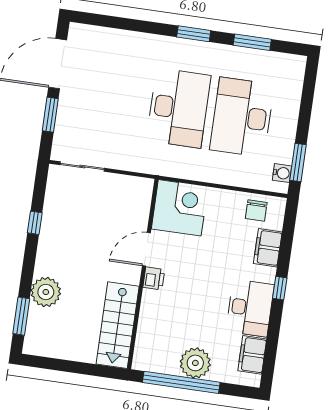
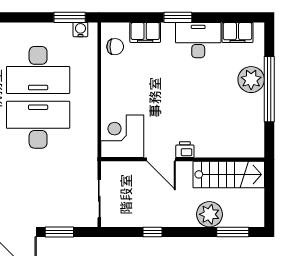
corner desk: (180, 208) -> (122, 136), moved
door: (146, 249) -> (161, 159), moved
wall: (143, 274) -> (183, 159), moved
printer: (154, 278) -> (185, 150), moved
window: (280, 288) -> (178, 17), width x1.50
stairs: (118, 325) -> (229, 174), moved

